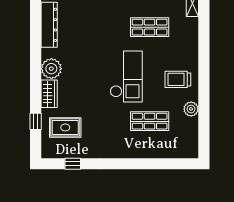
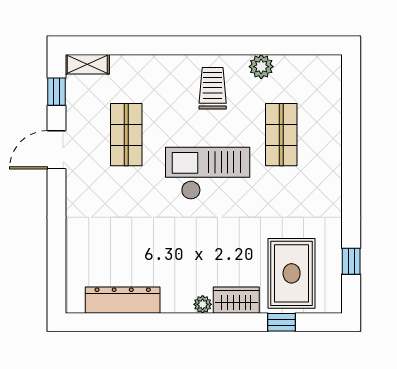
plant: (51, 69) -> (203, 304), width x0.53, depth x0.53
trolley: (178, 79) -> (213, 88), turned 180
rug: (65, 127) -> (292, 273), width x1.36, depth x1.43

